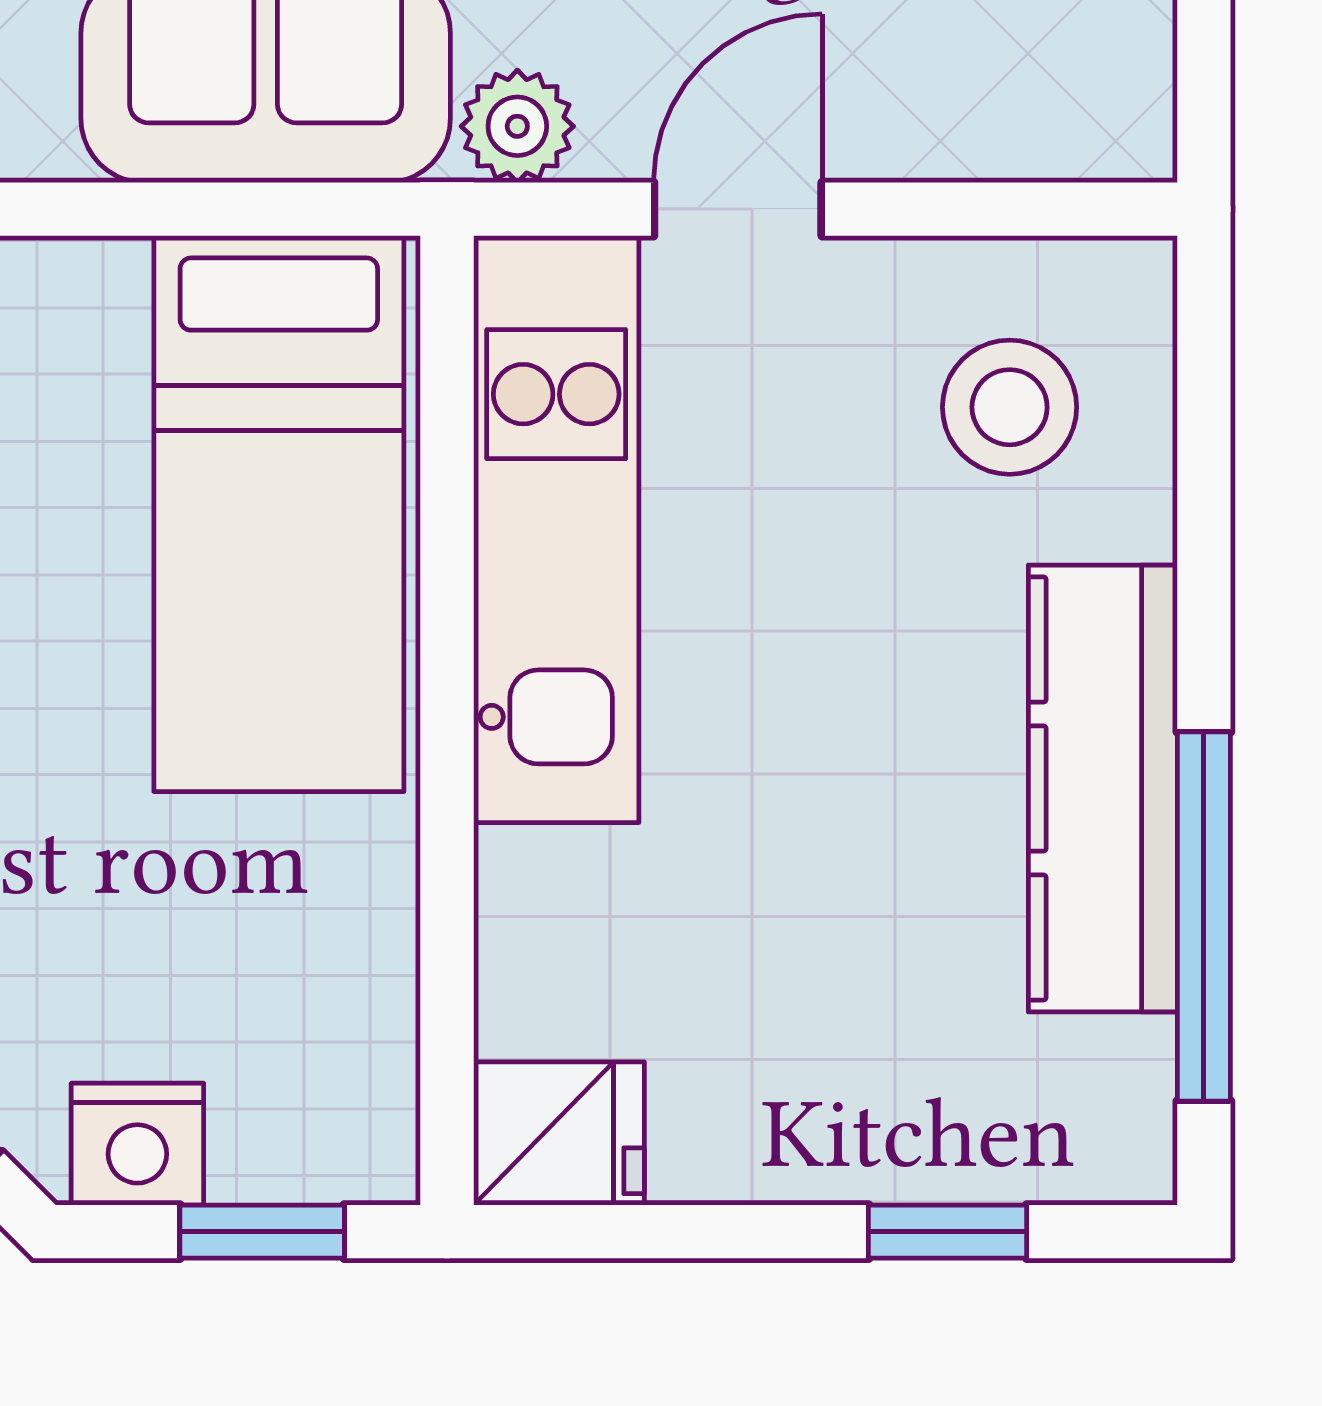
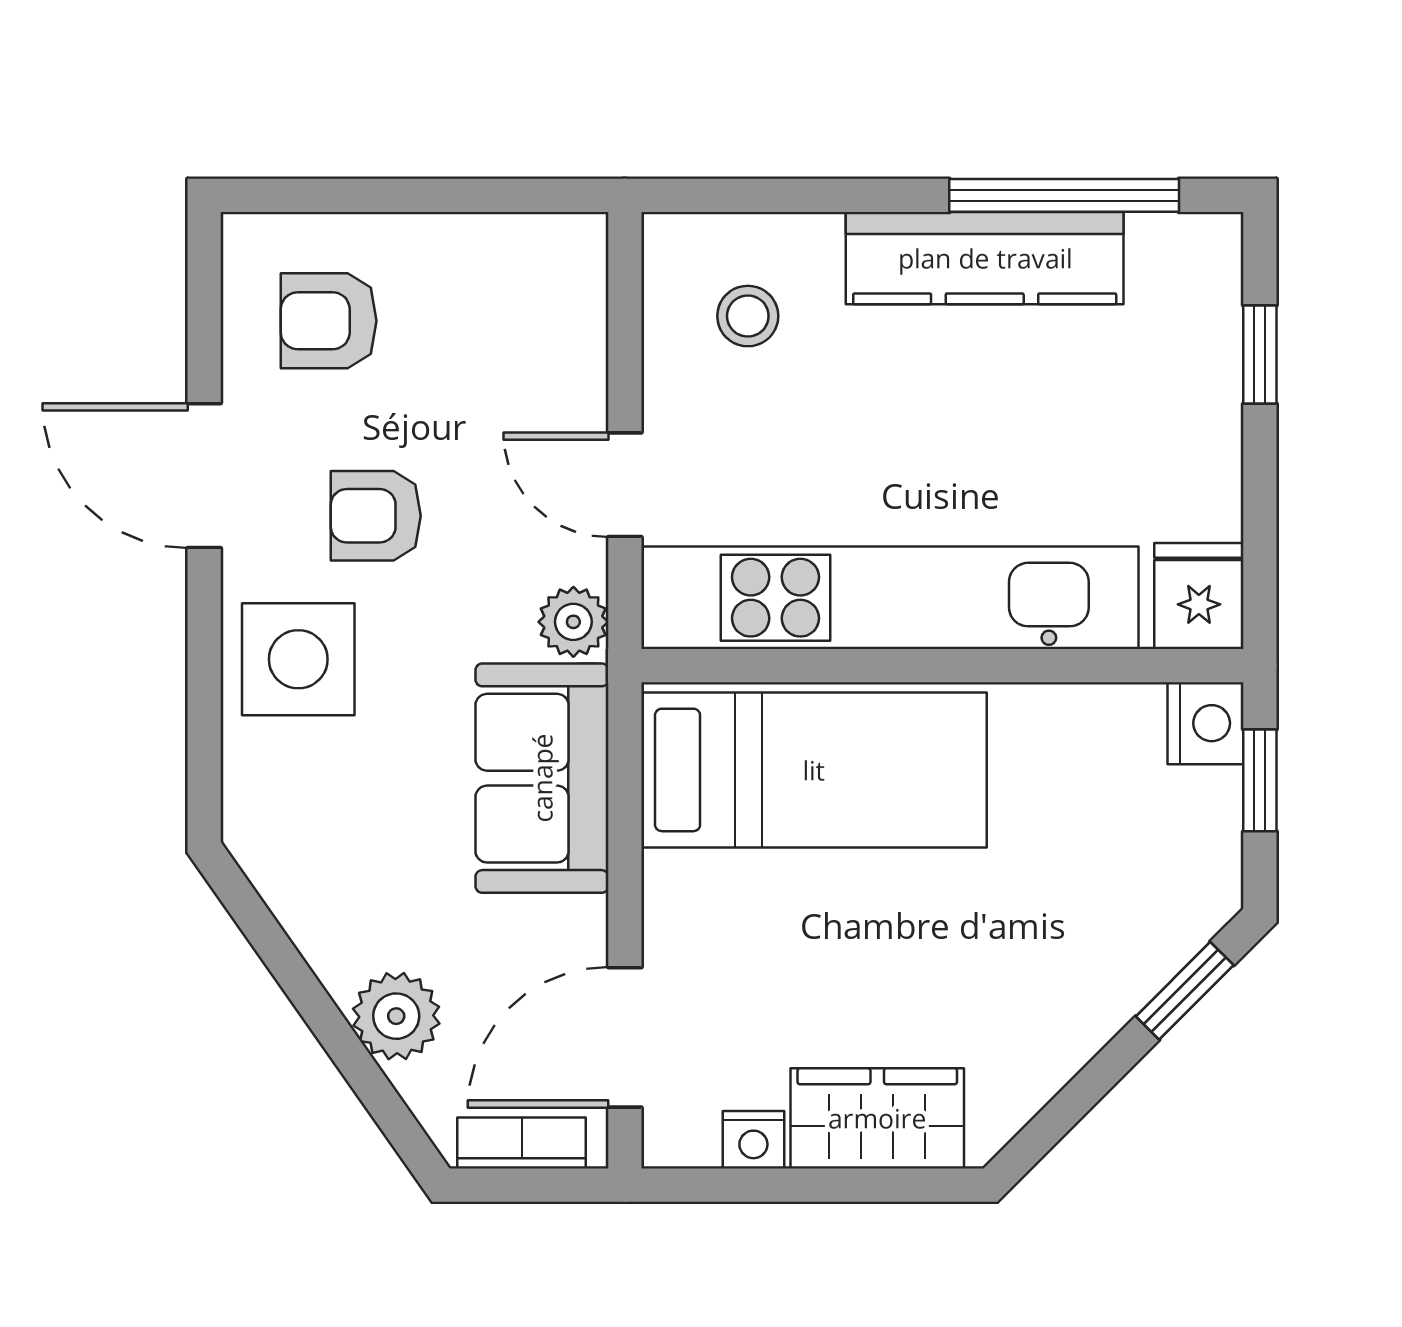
stool: (1010, 407) -> (748, 316), width x0.73, depth x0.73
kitchen unit: (556, 529) -> (890, 598), width x1.36
nightstand: (137, 1144) -> (1206, 723), moved

